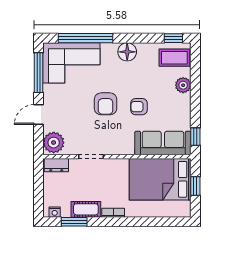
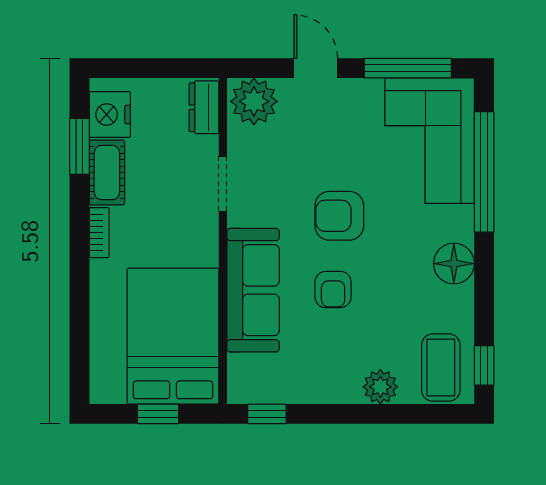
armchair: (139, 107) -> (333, 290), turned 180
sofa: (163, 143) -> (253, 290), moved
nightstand: (55, 212) -> (110, 114), width x1.89, depth x1.79

